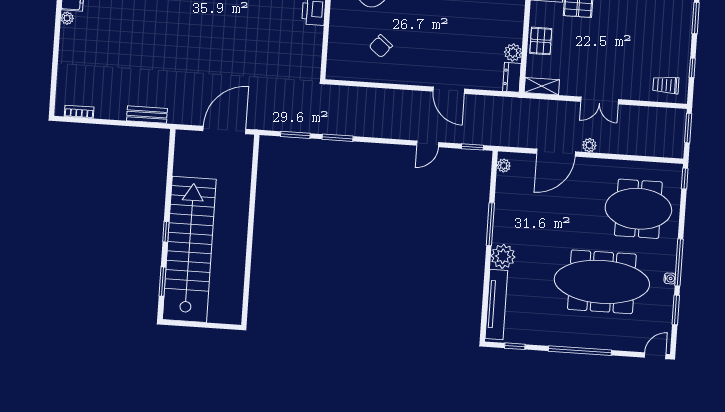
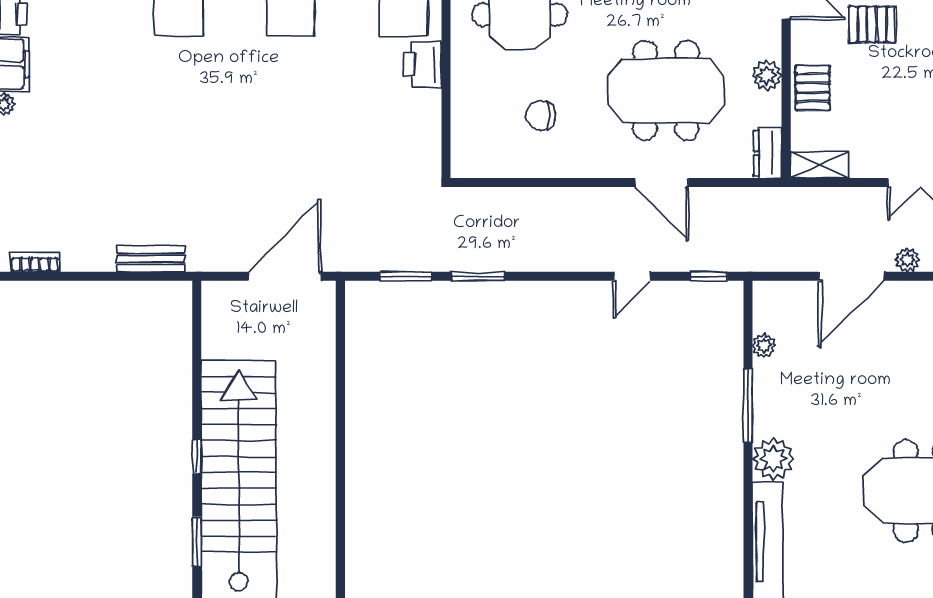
meeting table: (455, 37) -> (666, 91), added
chair: (381, 46) -> (541, 115), turned 51
plant: (513, 52) -> (767, 75), moved
plant: (504, 166) -> (764, 346), moved

